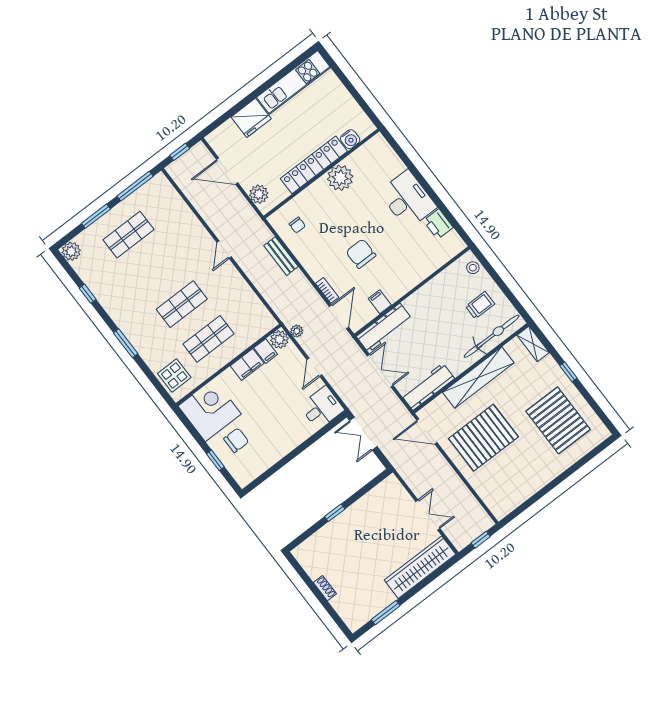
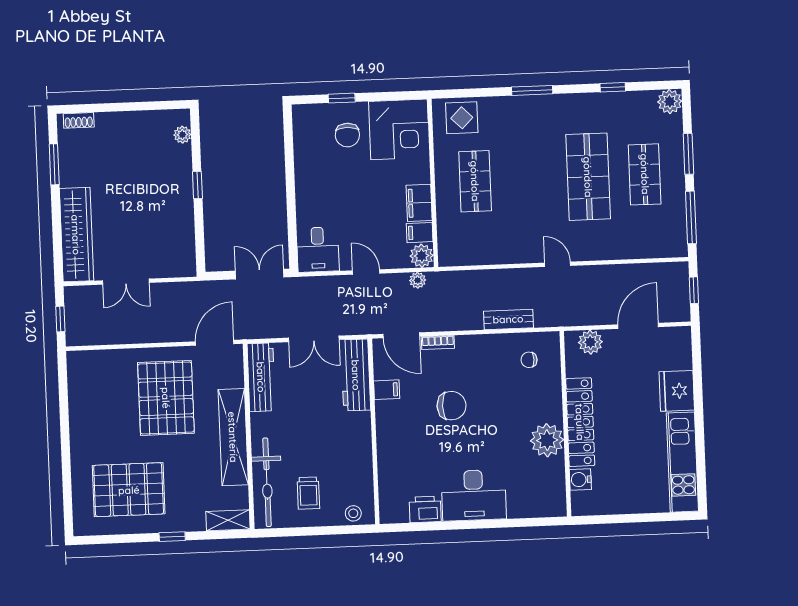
shop shelf: (182, 304) -> (588, 177), moved, width x1.43, depth x1.36
plant: (310, 545) -> (182, 135), added
shoe rack: (325, 588) -> (79, 120), moved

